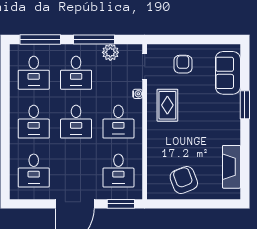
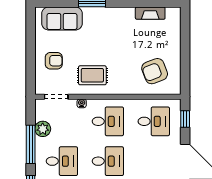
armchair: (183, 64) -> (54, 61), turned 180
fireplace: (231, 167) -> (150, 13), width x0.73, depth x0.76
armchair: (184, 180) -> (155, 71), moved
window: (121, 204) -> (185, 119), width x0.67

